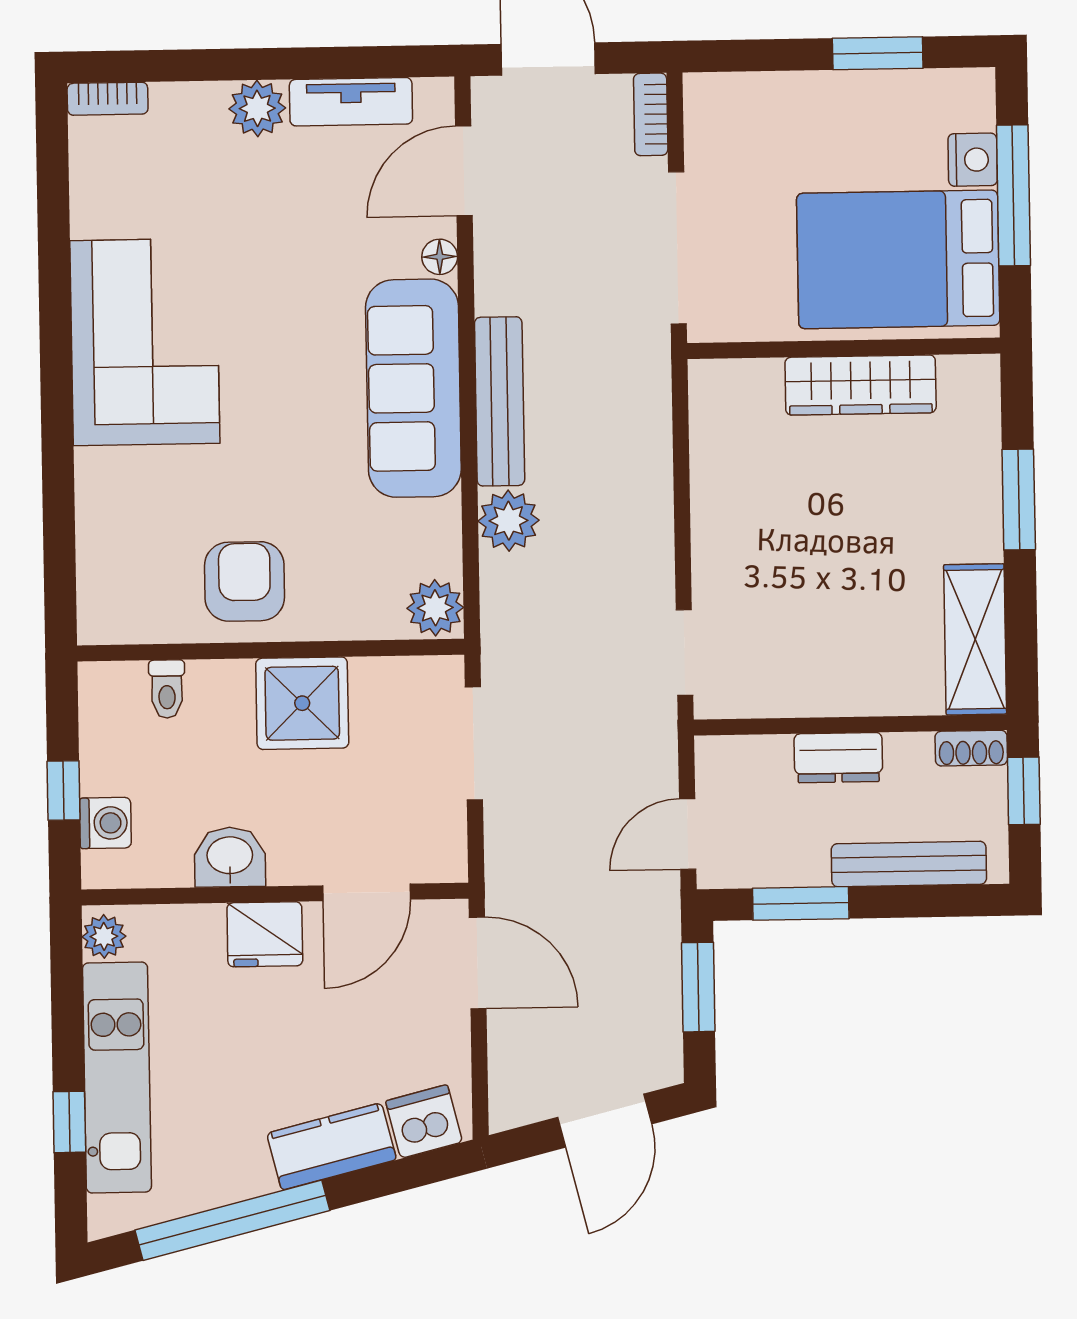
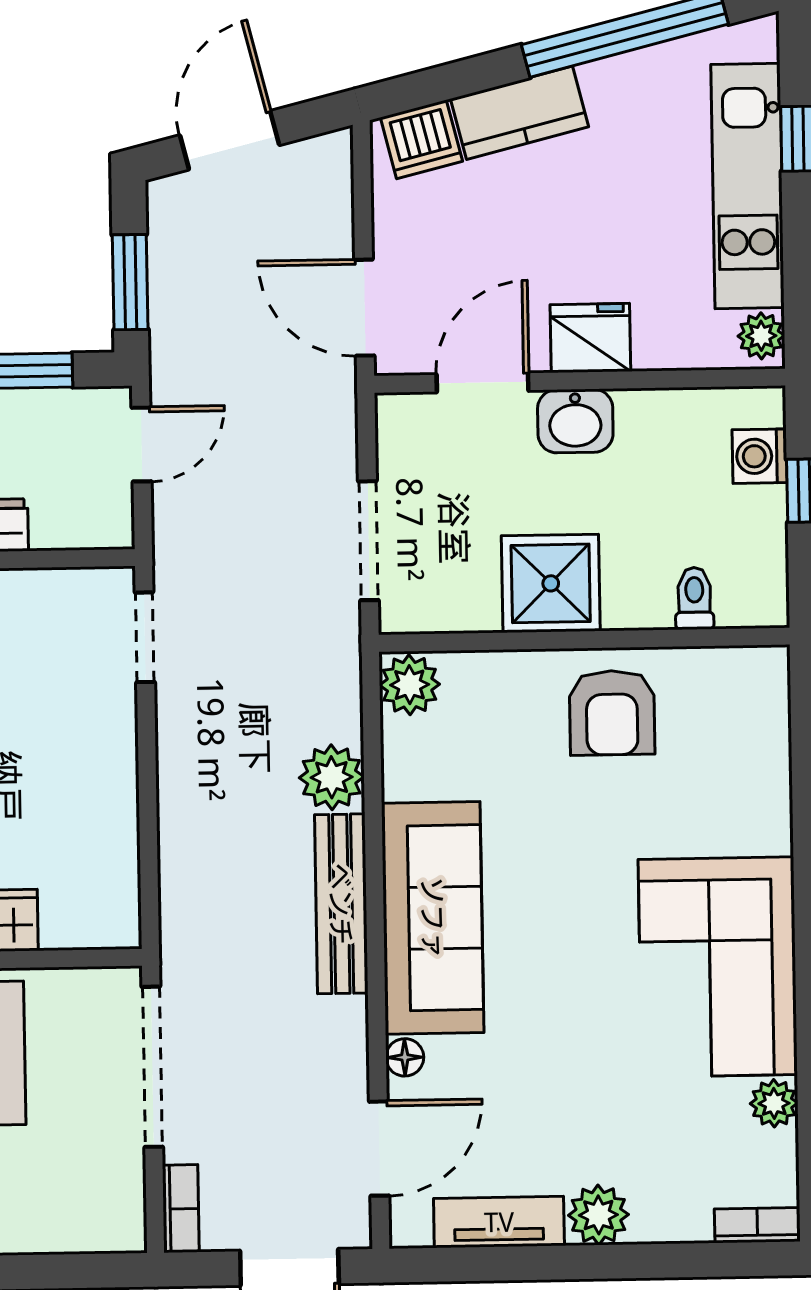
plant: (92, 214) -> (774, 1103), added
washbasin: (230, 857) -> (575, 421), moved

